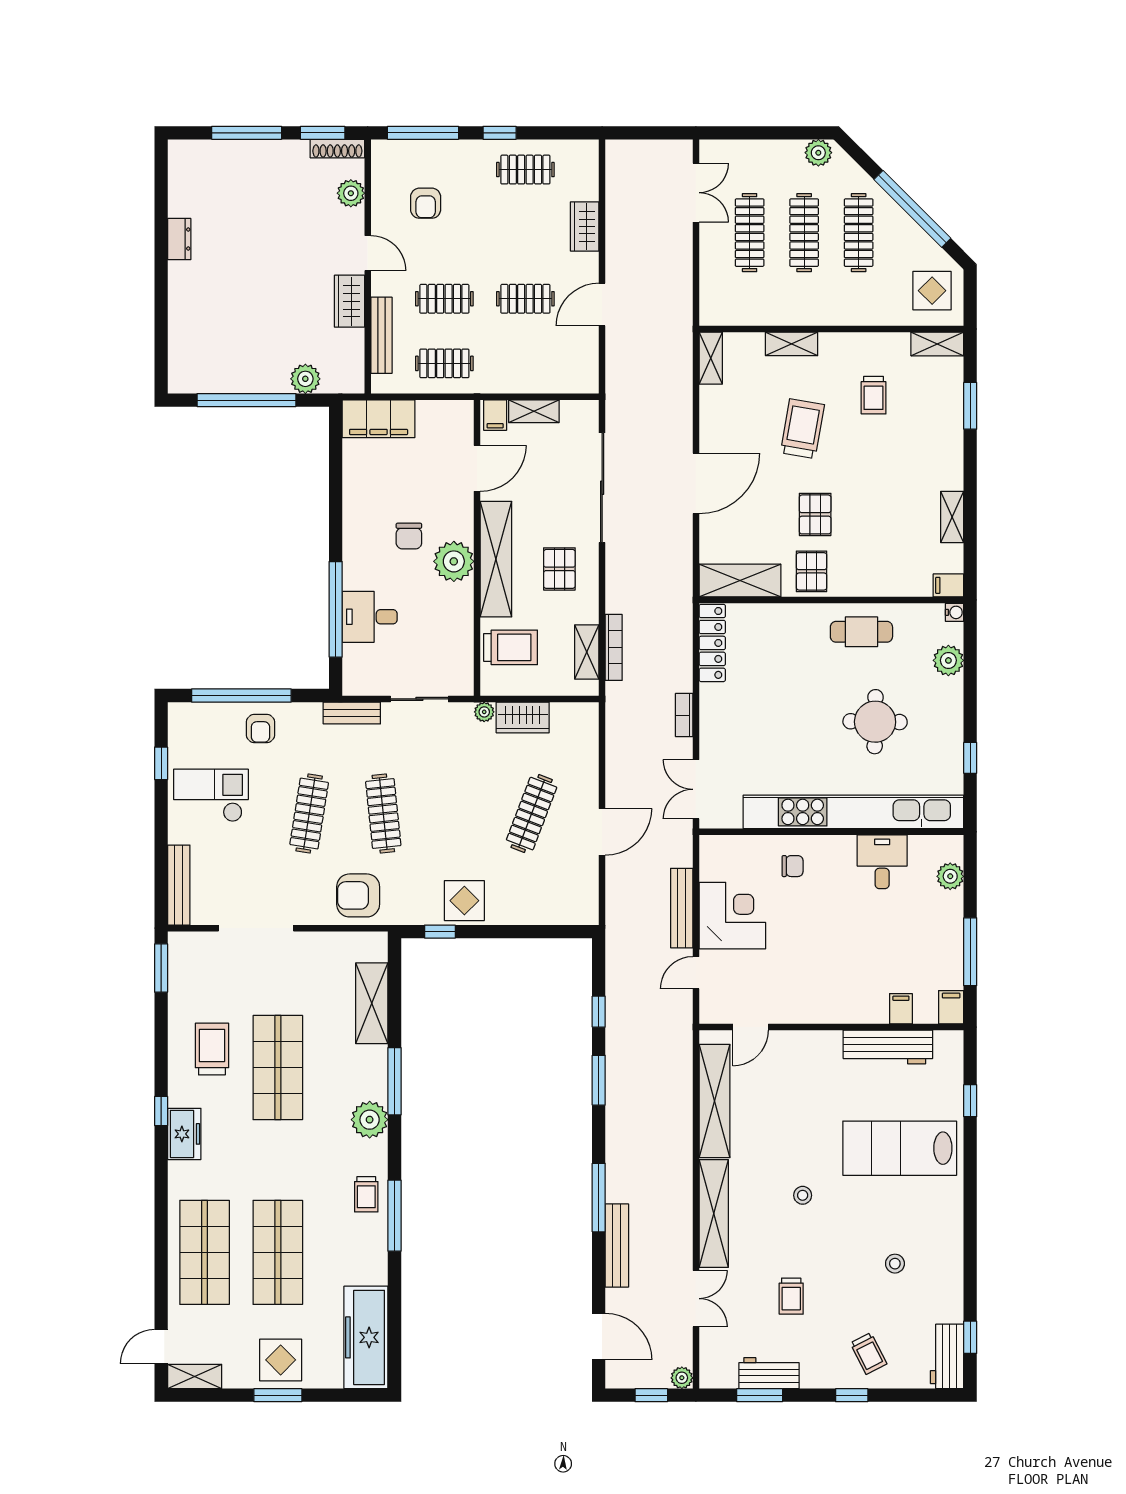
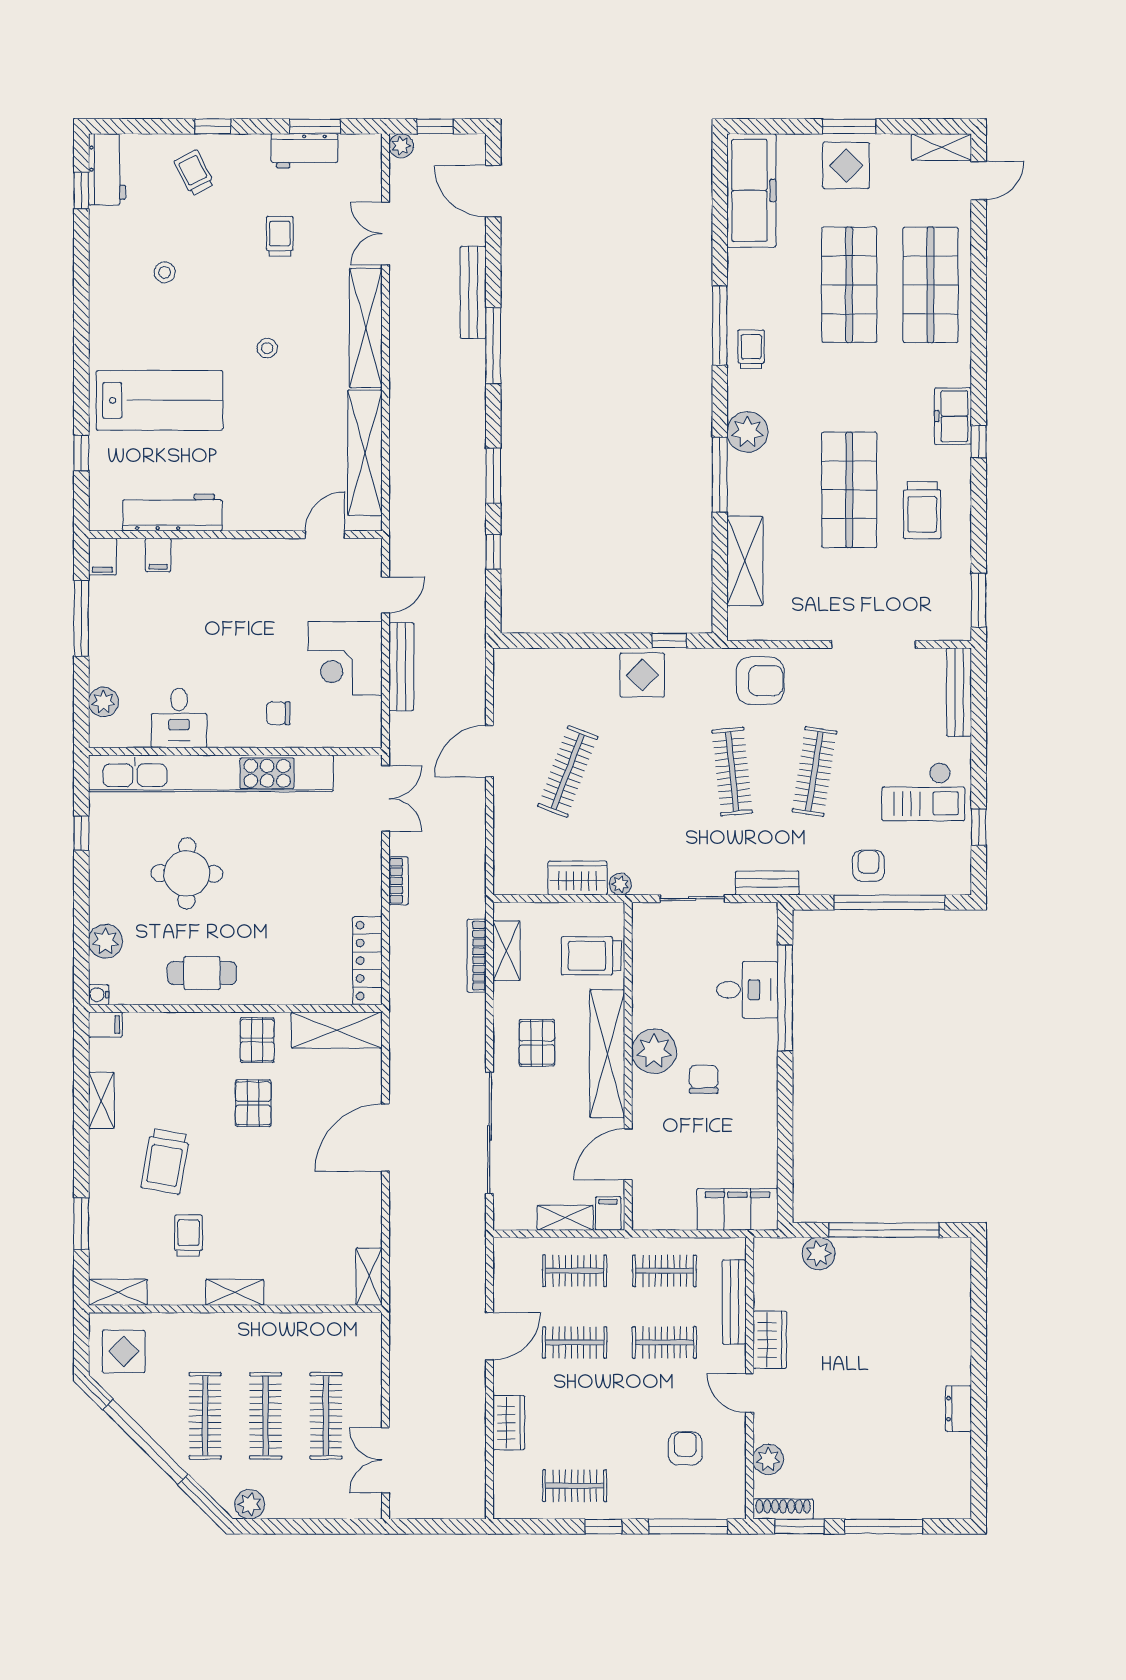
shelving: (792, 344) -> (235, 1292), moved
clothes rail: (525, 363) -> (575, 1271), added
trolley: (802, 429) -> (165, 1161), moved

